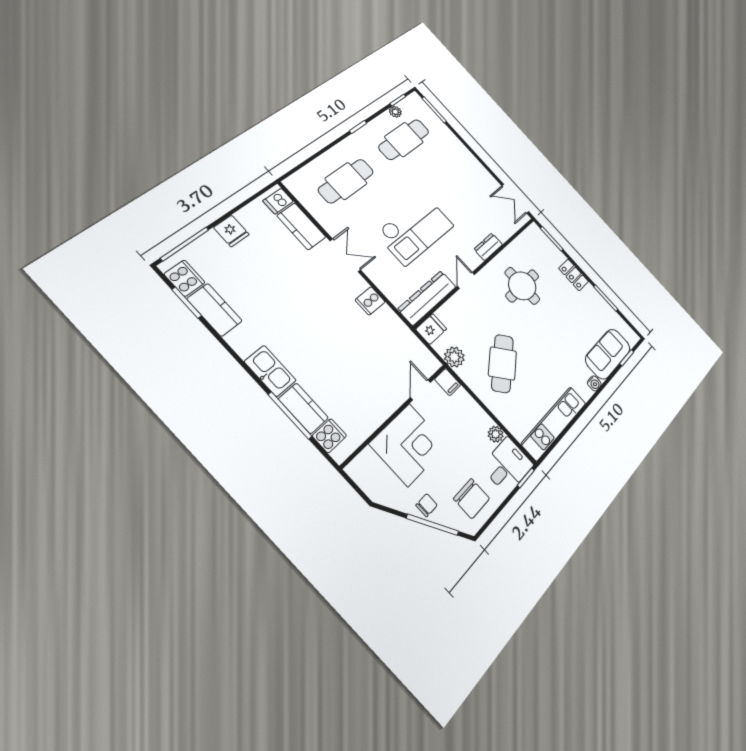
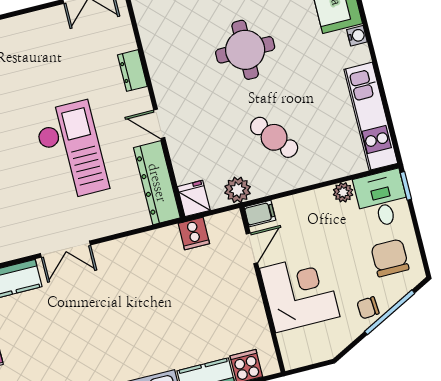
double door: (345, 255) -> (65, 249), swing flipped
round table: (522, 286) -> (245, 50), moved
cooker: (370, 301) -> (194, 233), moved
cafe table: (502, 363) -> (274, 137), width x0.73, depth x0.74
door: (420, 390) -> (252, 248), swing flipped
chair: (472, 499) -> (390, 258), turned -90
chair: (427, 505) -> (368, 308), turned -94

